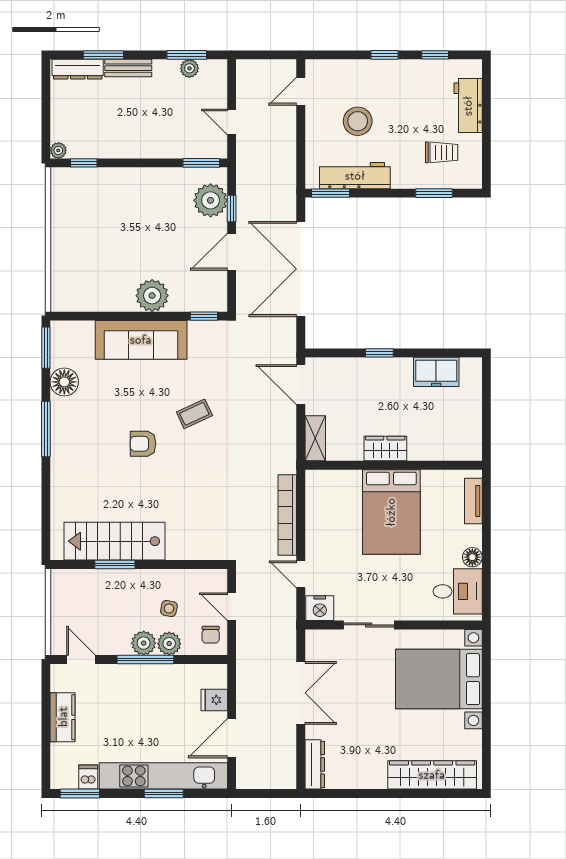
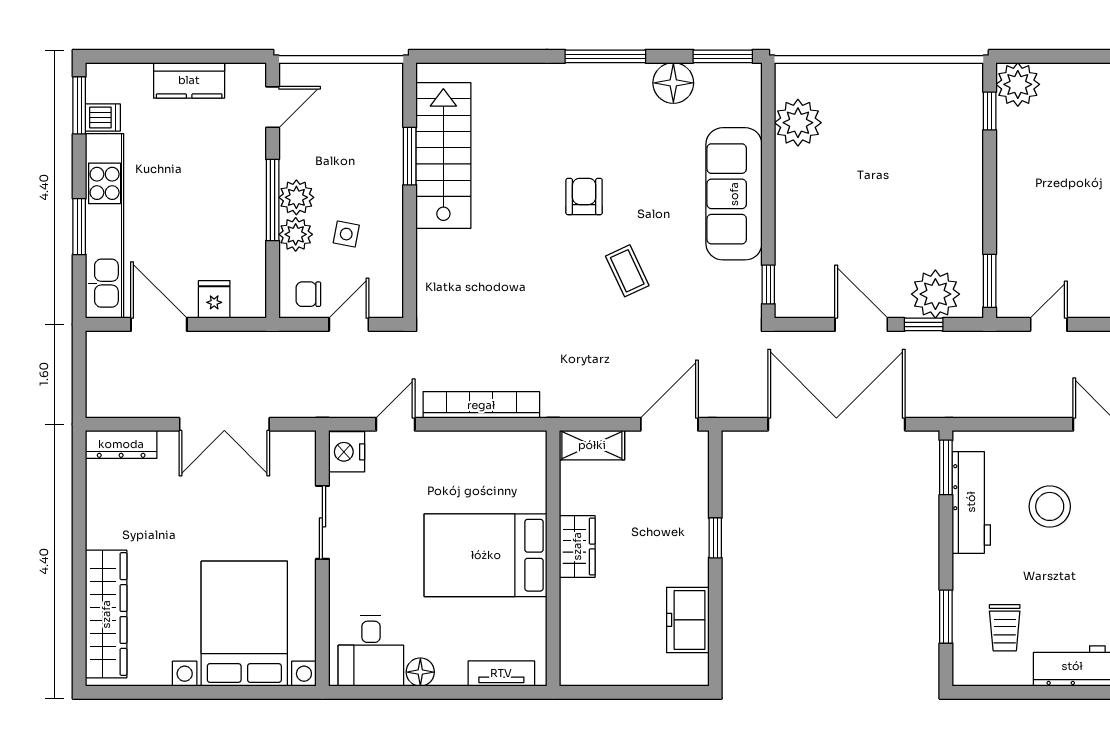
plant: (58, 150) -> (1018, 84), width x1.87, depth x1.87
plant: (152, 296) -> (798, 123), moved

